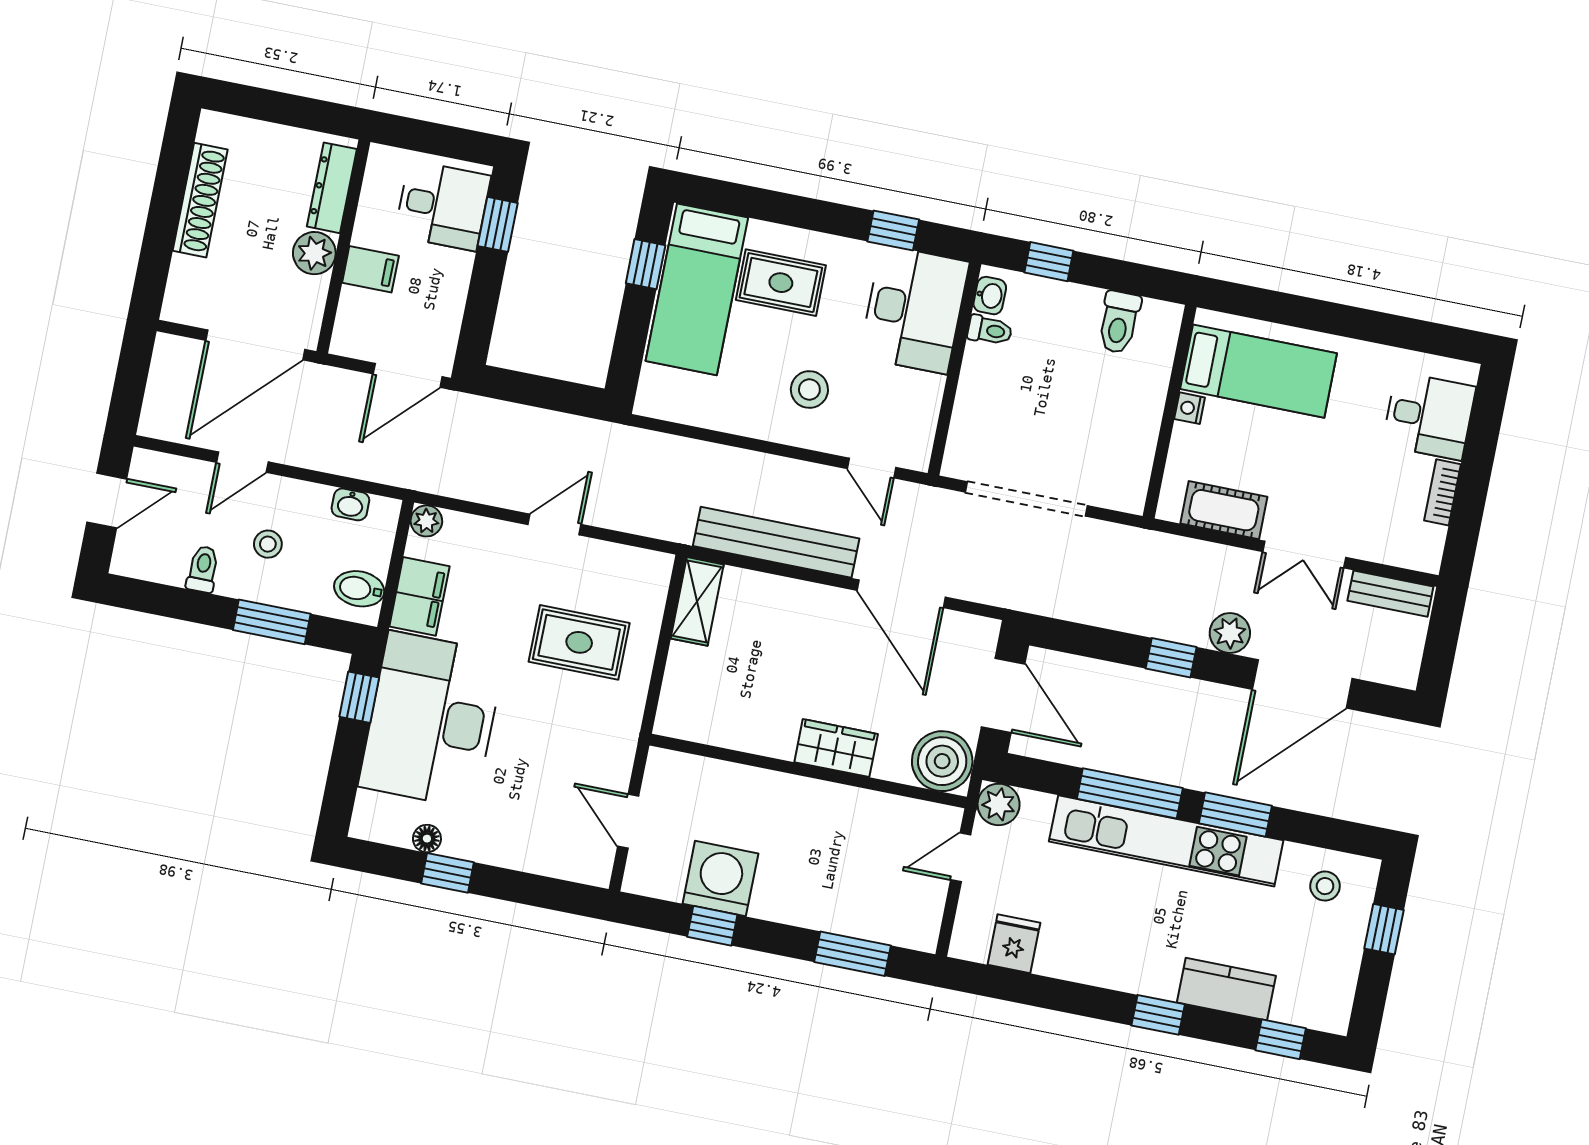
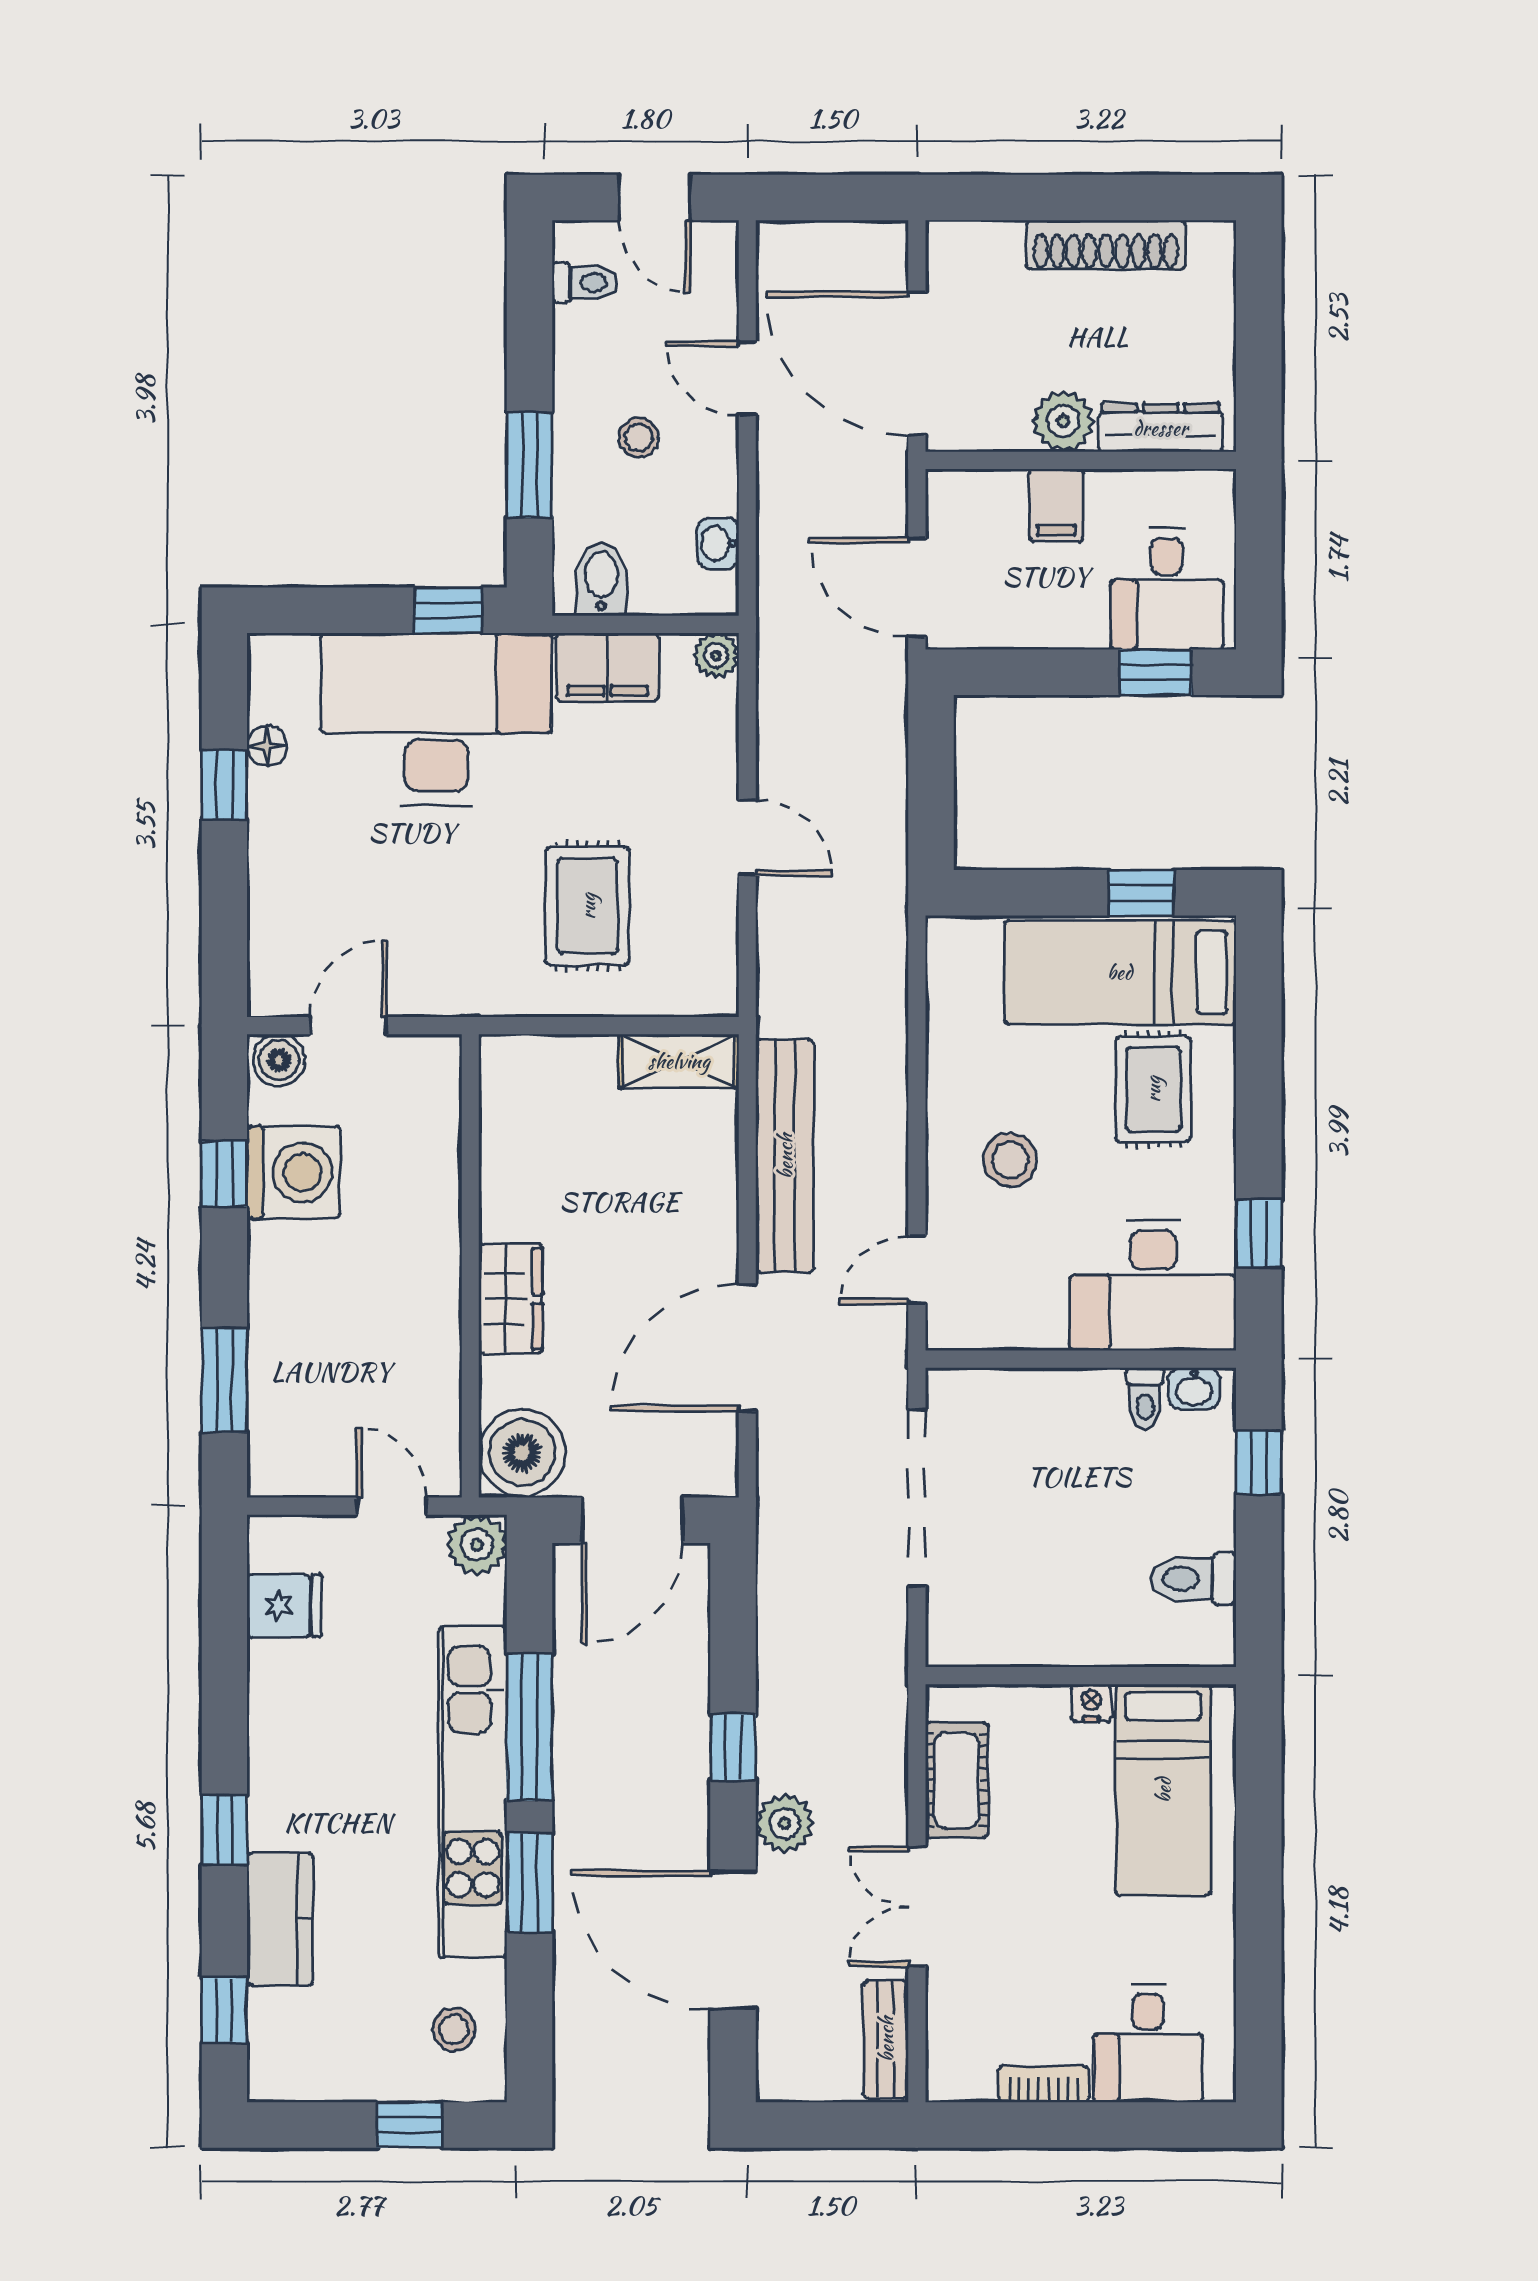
toilet: (203, 569) -> (585, 283), moved
boiler: (642, 873) -> (279, 1060), added

